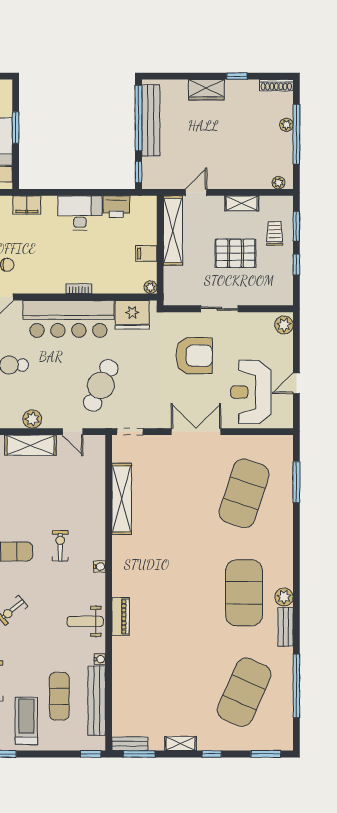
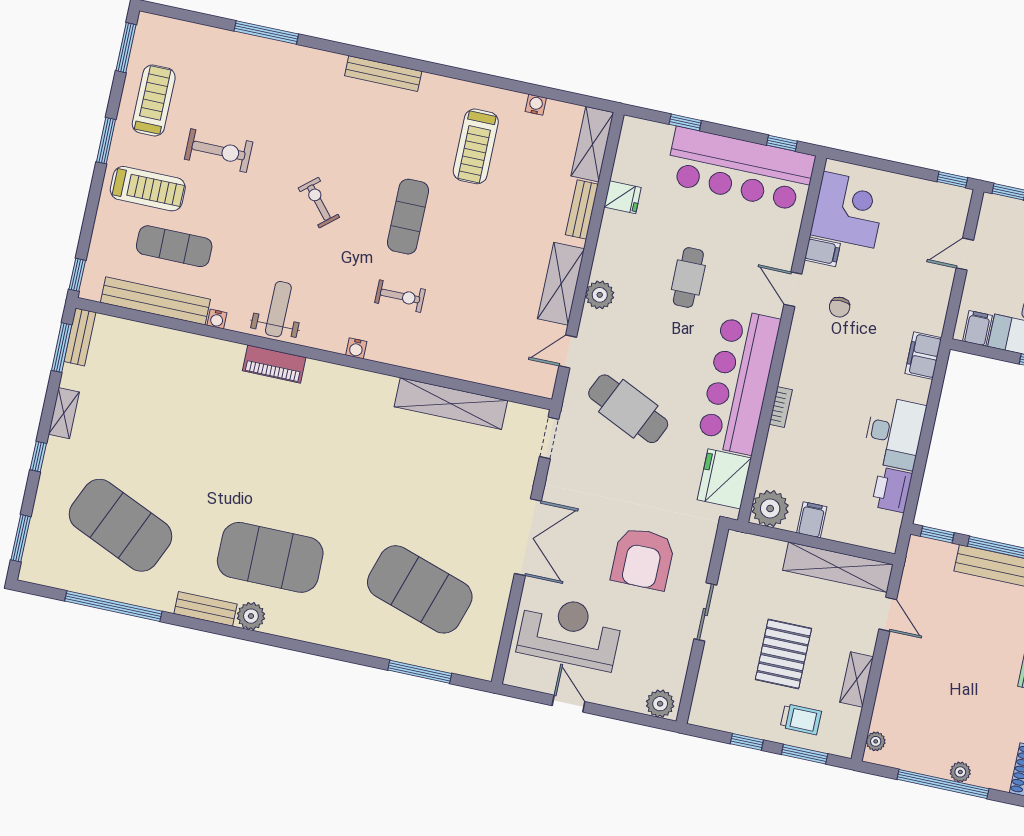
plant: (150, 287) -> (770, 508), width x1.88, depth x1.88

